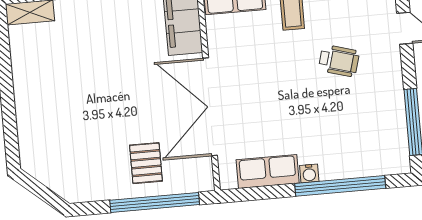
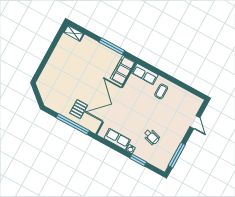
wheelchair: (339, 61) -> (152, 137), moved
window: (340, 186) -> (138, 160), width x0.47

